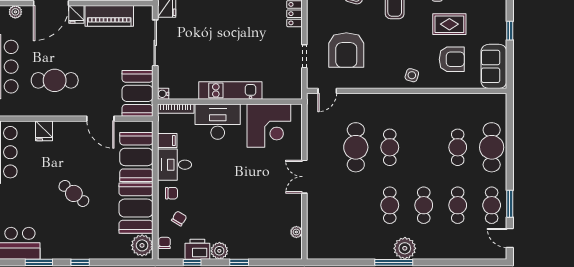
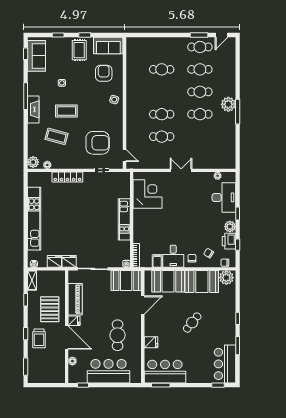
rug: (449, 24) -> (79, 50), moved
desk: (218, 122) -> (224, 197), moved, turned 180
cafe table: (356, 147) -> (162, 137), width x0.73, depth x0.74
cafe table: (492, 147) -> (162, 47), removed
double door: (304, 177) -> (181, 170), swing flipped

